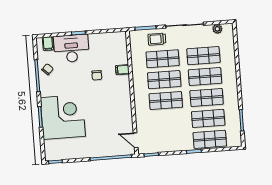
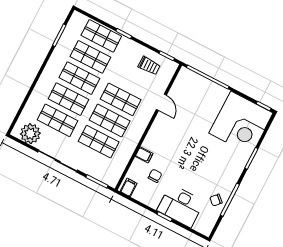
plant: (217, 29) -> (30, 134), width x1.87, depth x1.87
trolley: (157, 39) -> (149, 66), moved
filing cabinet: (48, 44) -> (129, 187), moved
chair: (97, 75) -> (155, 176), moved
corner desk: (63, 117) -> (241, 123), moved, turned -90
door: (136, 140) -> (161, 102), moved

